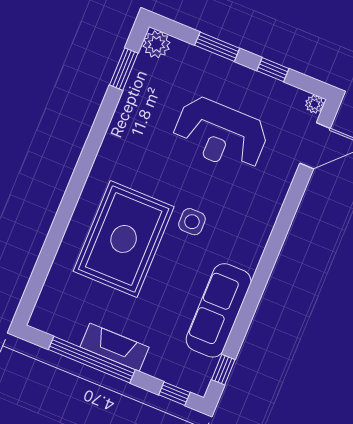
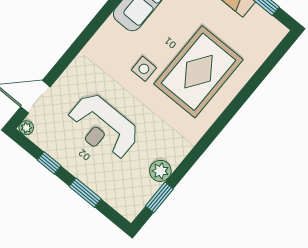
plant: (156, 44) -> (160, 171), moved
reception desk: (220, 134) -> (103, 127), turned 180

